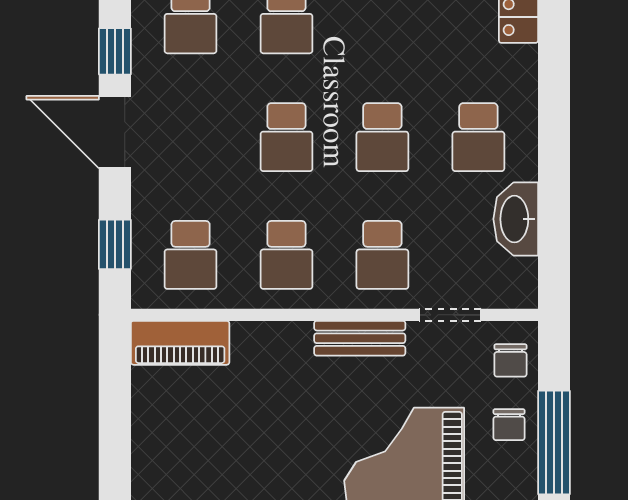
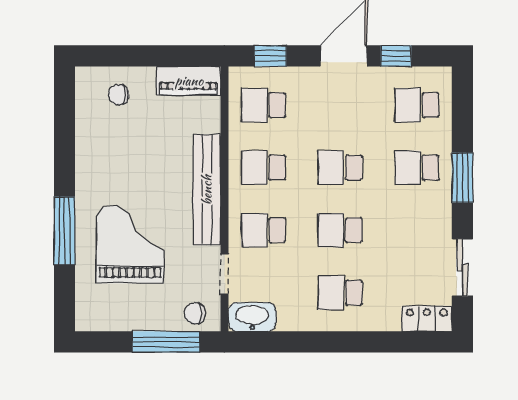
washbasin: (516, 219) -> (252, 317), moved
bench: (360, 338) -> (207, 190), width x1.86, depth x1.21
piano: (180, 343) -> (189, 81), moved, turned -90
chair: (509, 425) -> (119, 95), moved
window: (554, 442) -> (166, 342), moved

